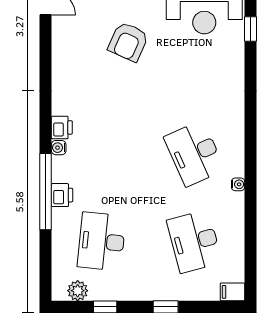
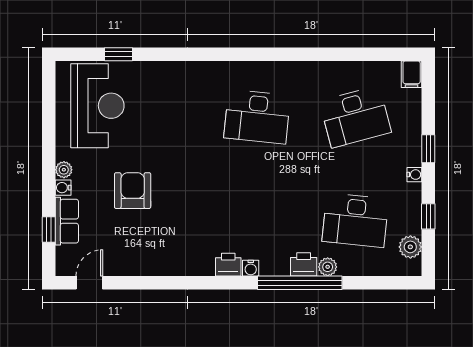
armchair: (128, 42) -> (133, 191), turned -114
desk: (194, 153) -> (257, 117), turned 30
water cooler: (238, 184) -> (414, 175), moved, turned 90
plant: (60, 217) -> (328, 267), added

